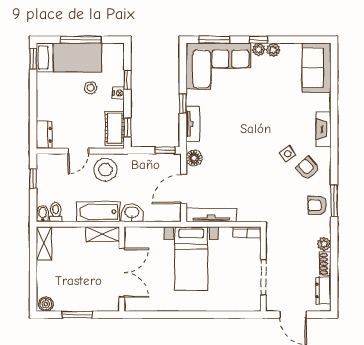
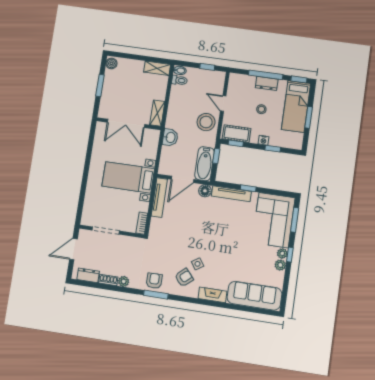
window: (81, 40) -> (309, 117), width x0.69
sofa: (316, 68) -> (254, 296), width x1.36
stool: (91, 88) -> (261, 109), moved
window: (33, 102) -> (266, 75), added
tv unit: (193, 124) -> (231, 194), width x1.41
dresser: (44, 135) -> (267, 83), moved
window: (165, 150) -> (216, 156), moved
door: (184, 189) -> (182, 179), swing flipped
bathtub: (98, 212) -> (204, 164), moved, turned 180

